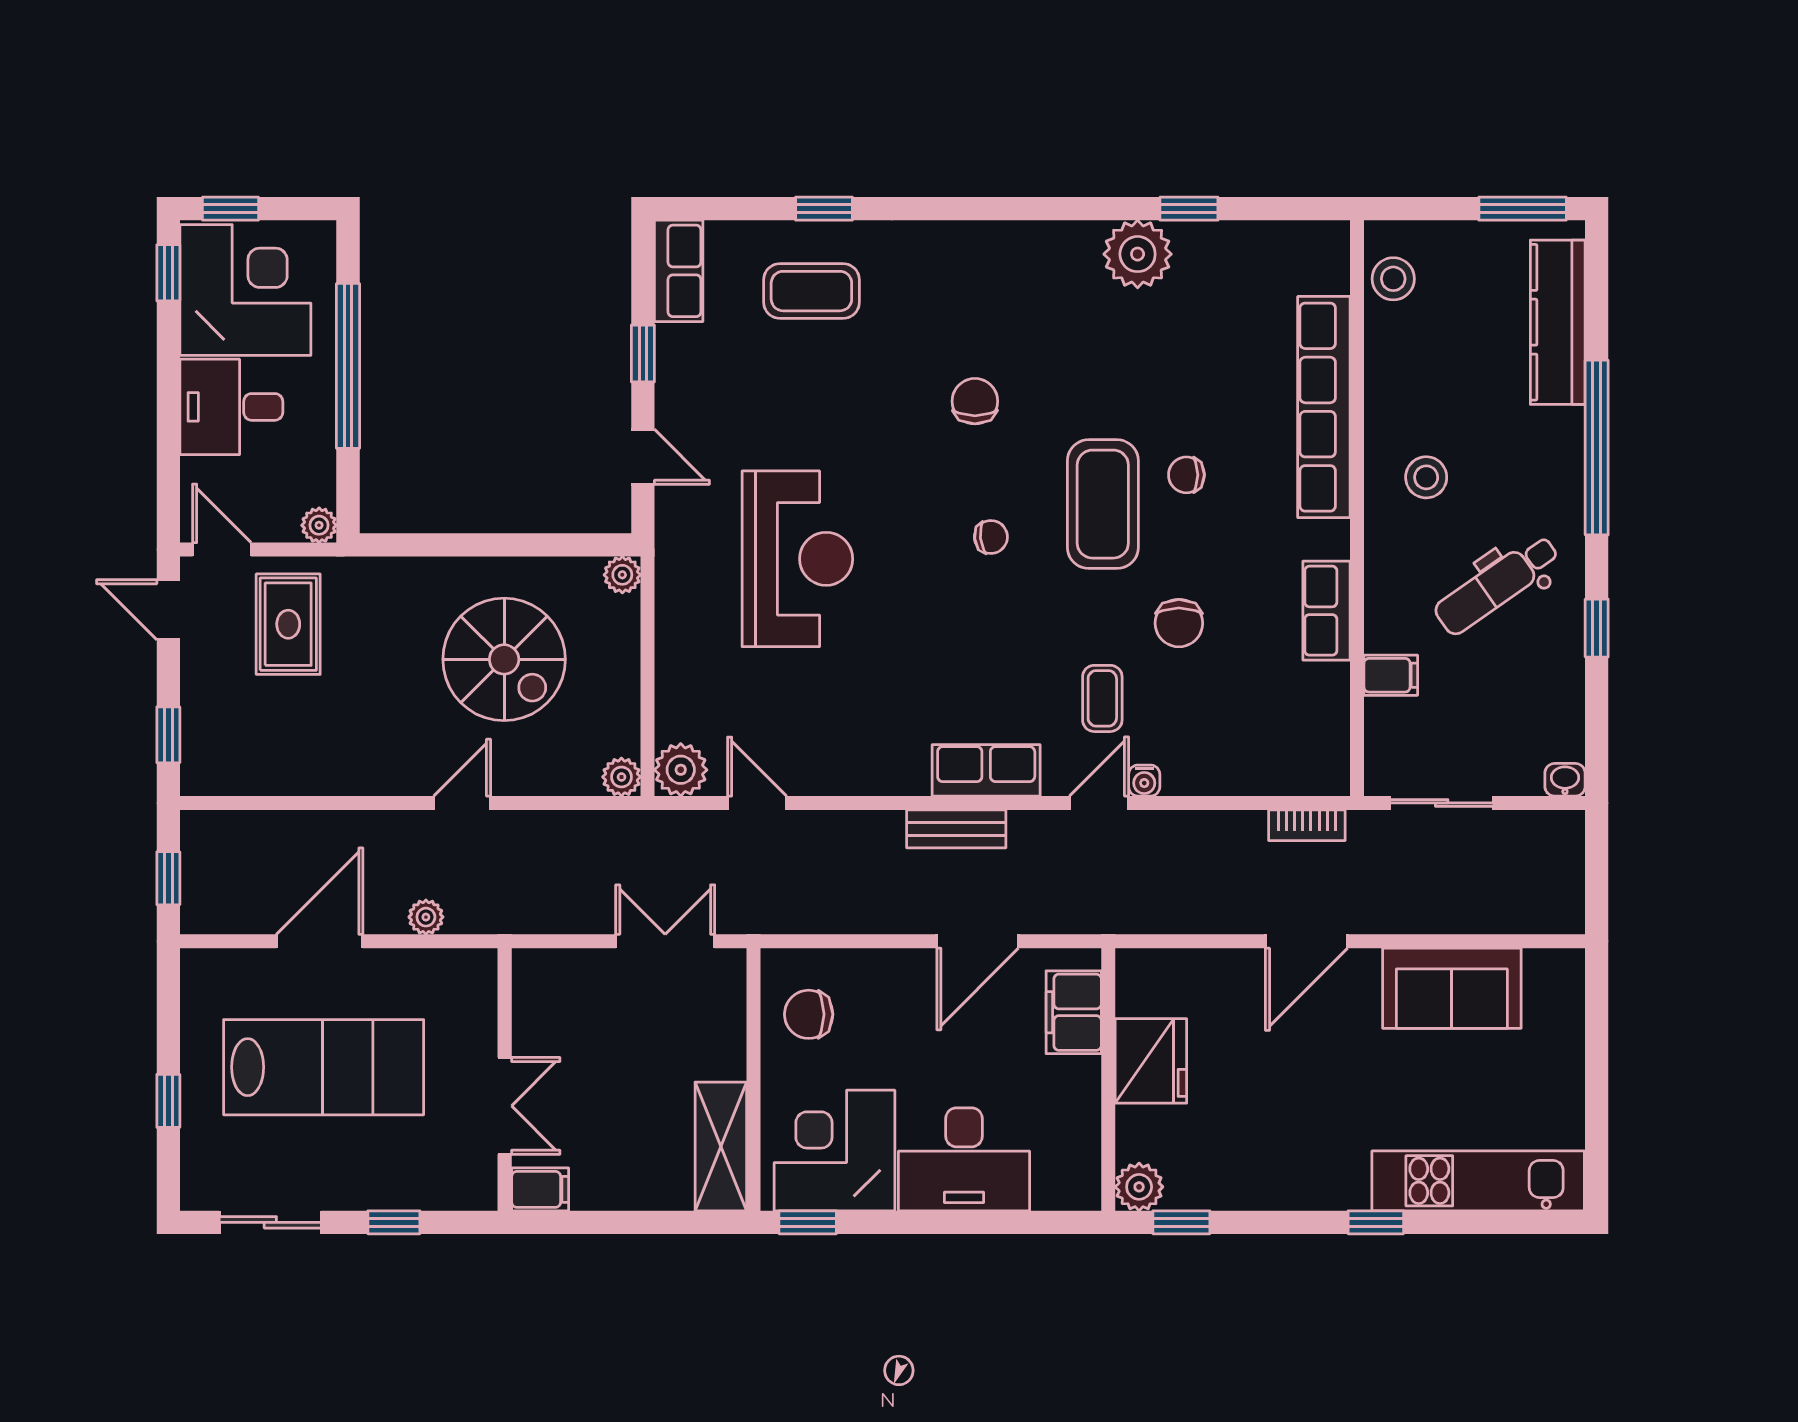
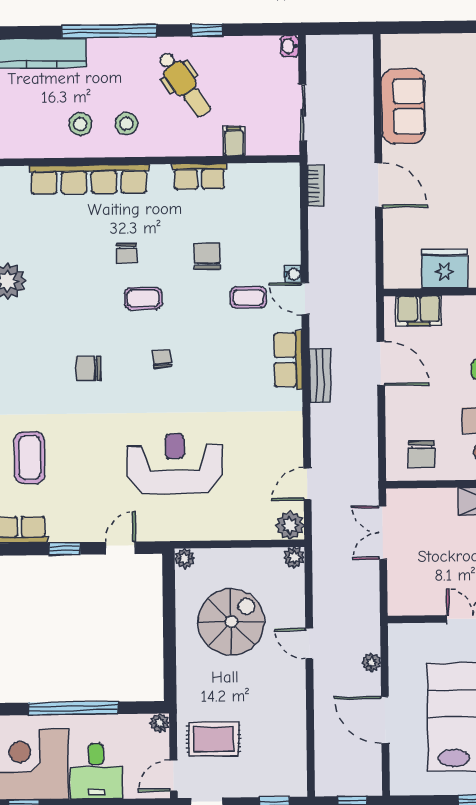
stool: (1393, 279) -> (80, 124), moved
coffee table: (1103, 504) -> (143, 298), width x0.54, depth x0.58
chair: (1179, 623) -> (207, 256), turned -90

